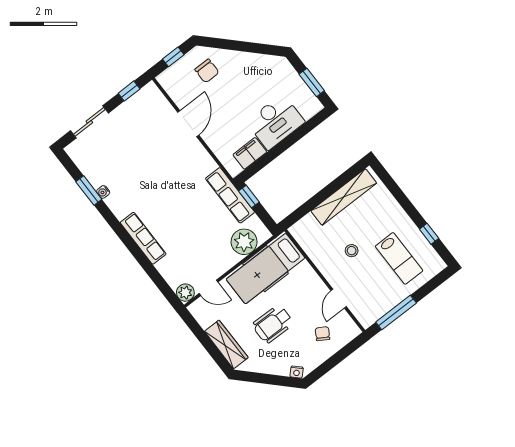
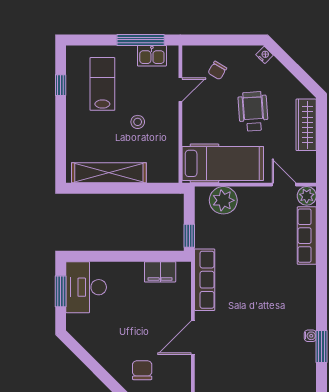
desk: (275, 122) -> (86, 287), moved, turned -90
row of seats: (230, 195) -> (205, 280), moved
row of seats: (143, 238) -> (307, 236), moved
kitchen sink: (379, 307) -> (152, 56), added
wheelchair: (273, 324) -> (253, 111), turned -95

